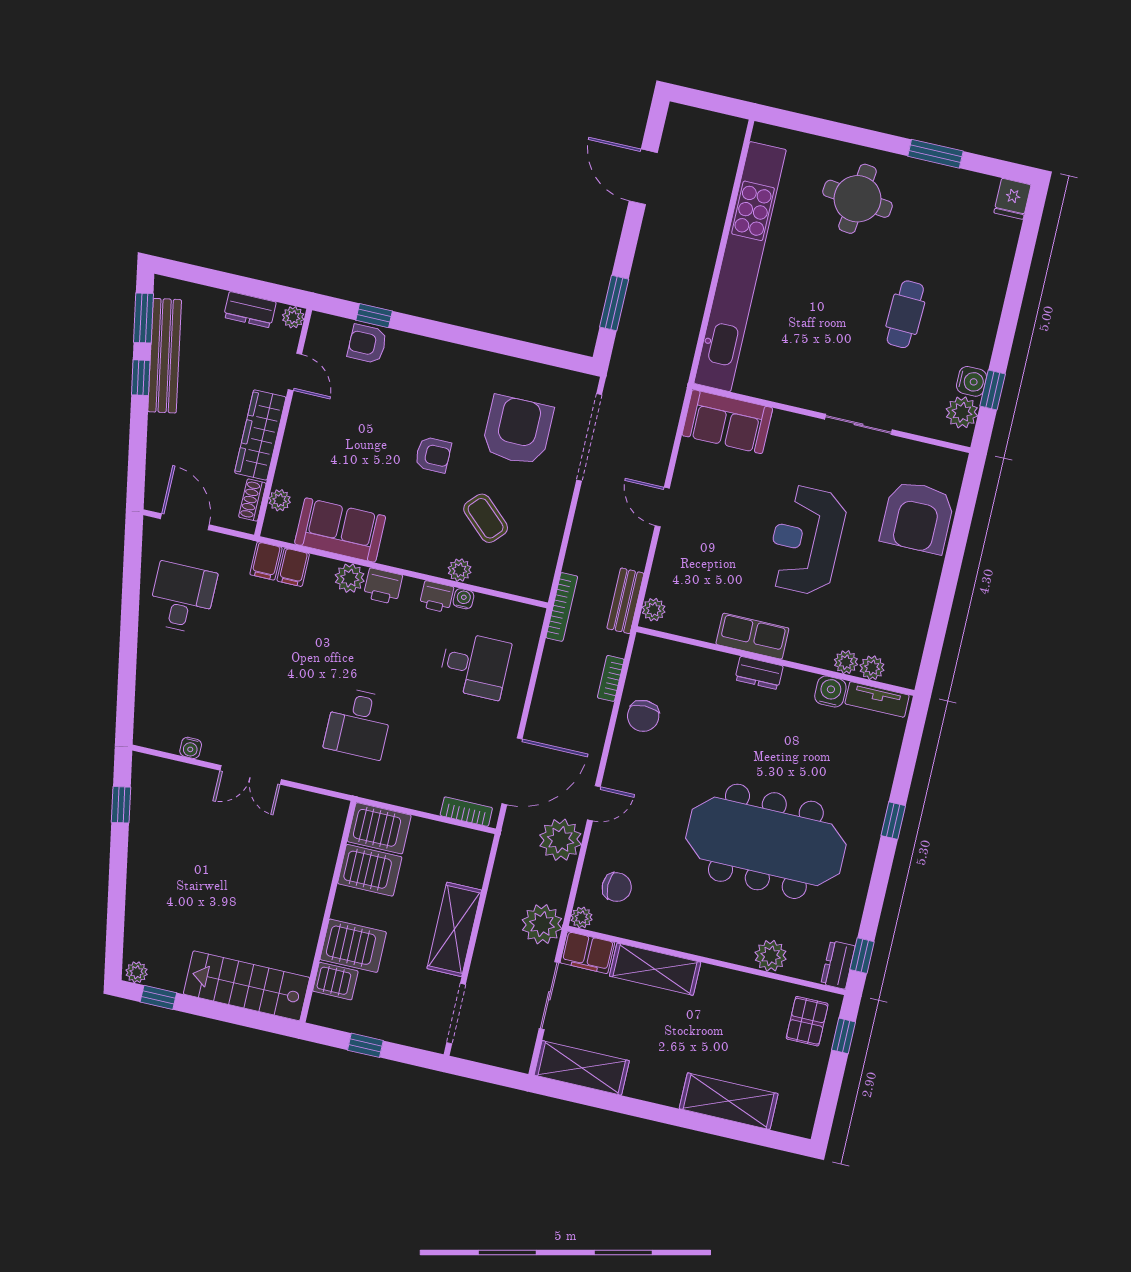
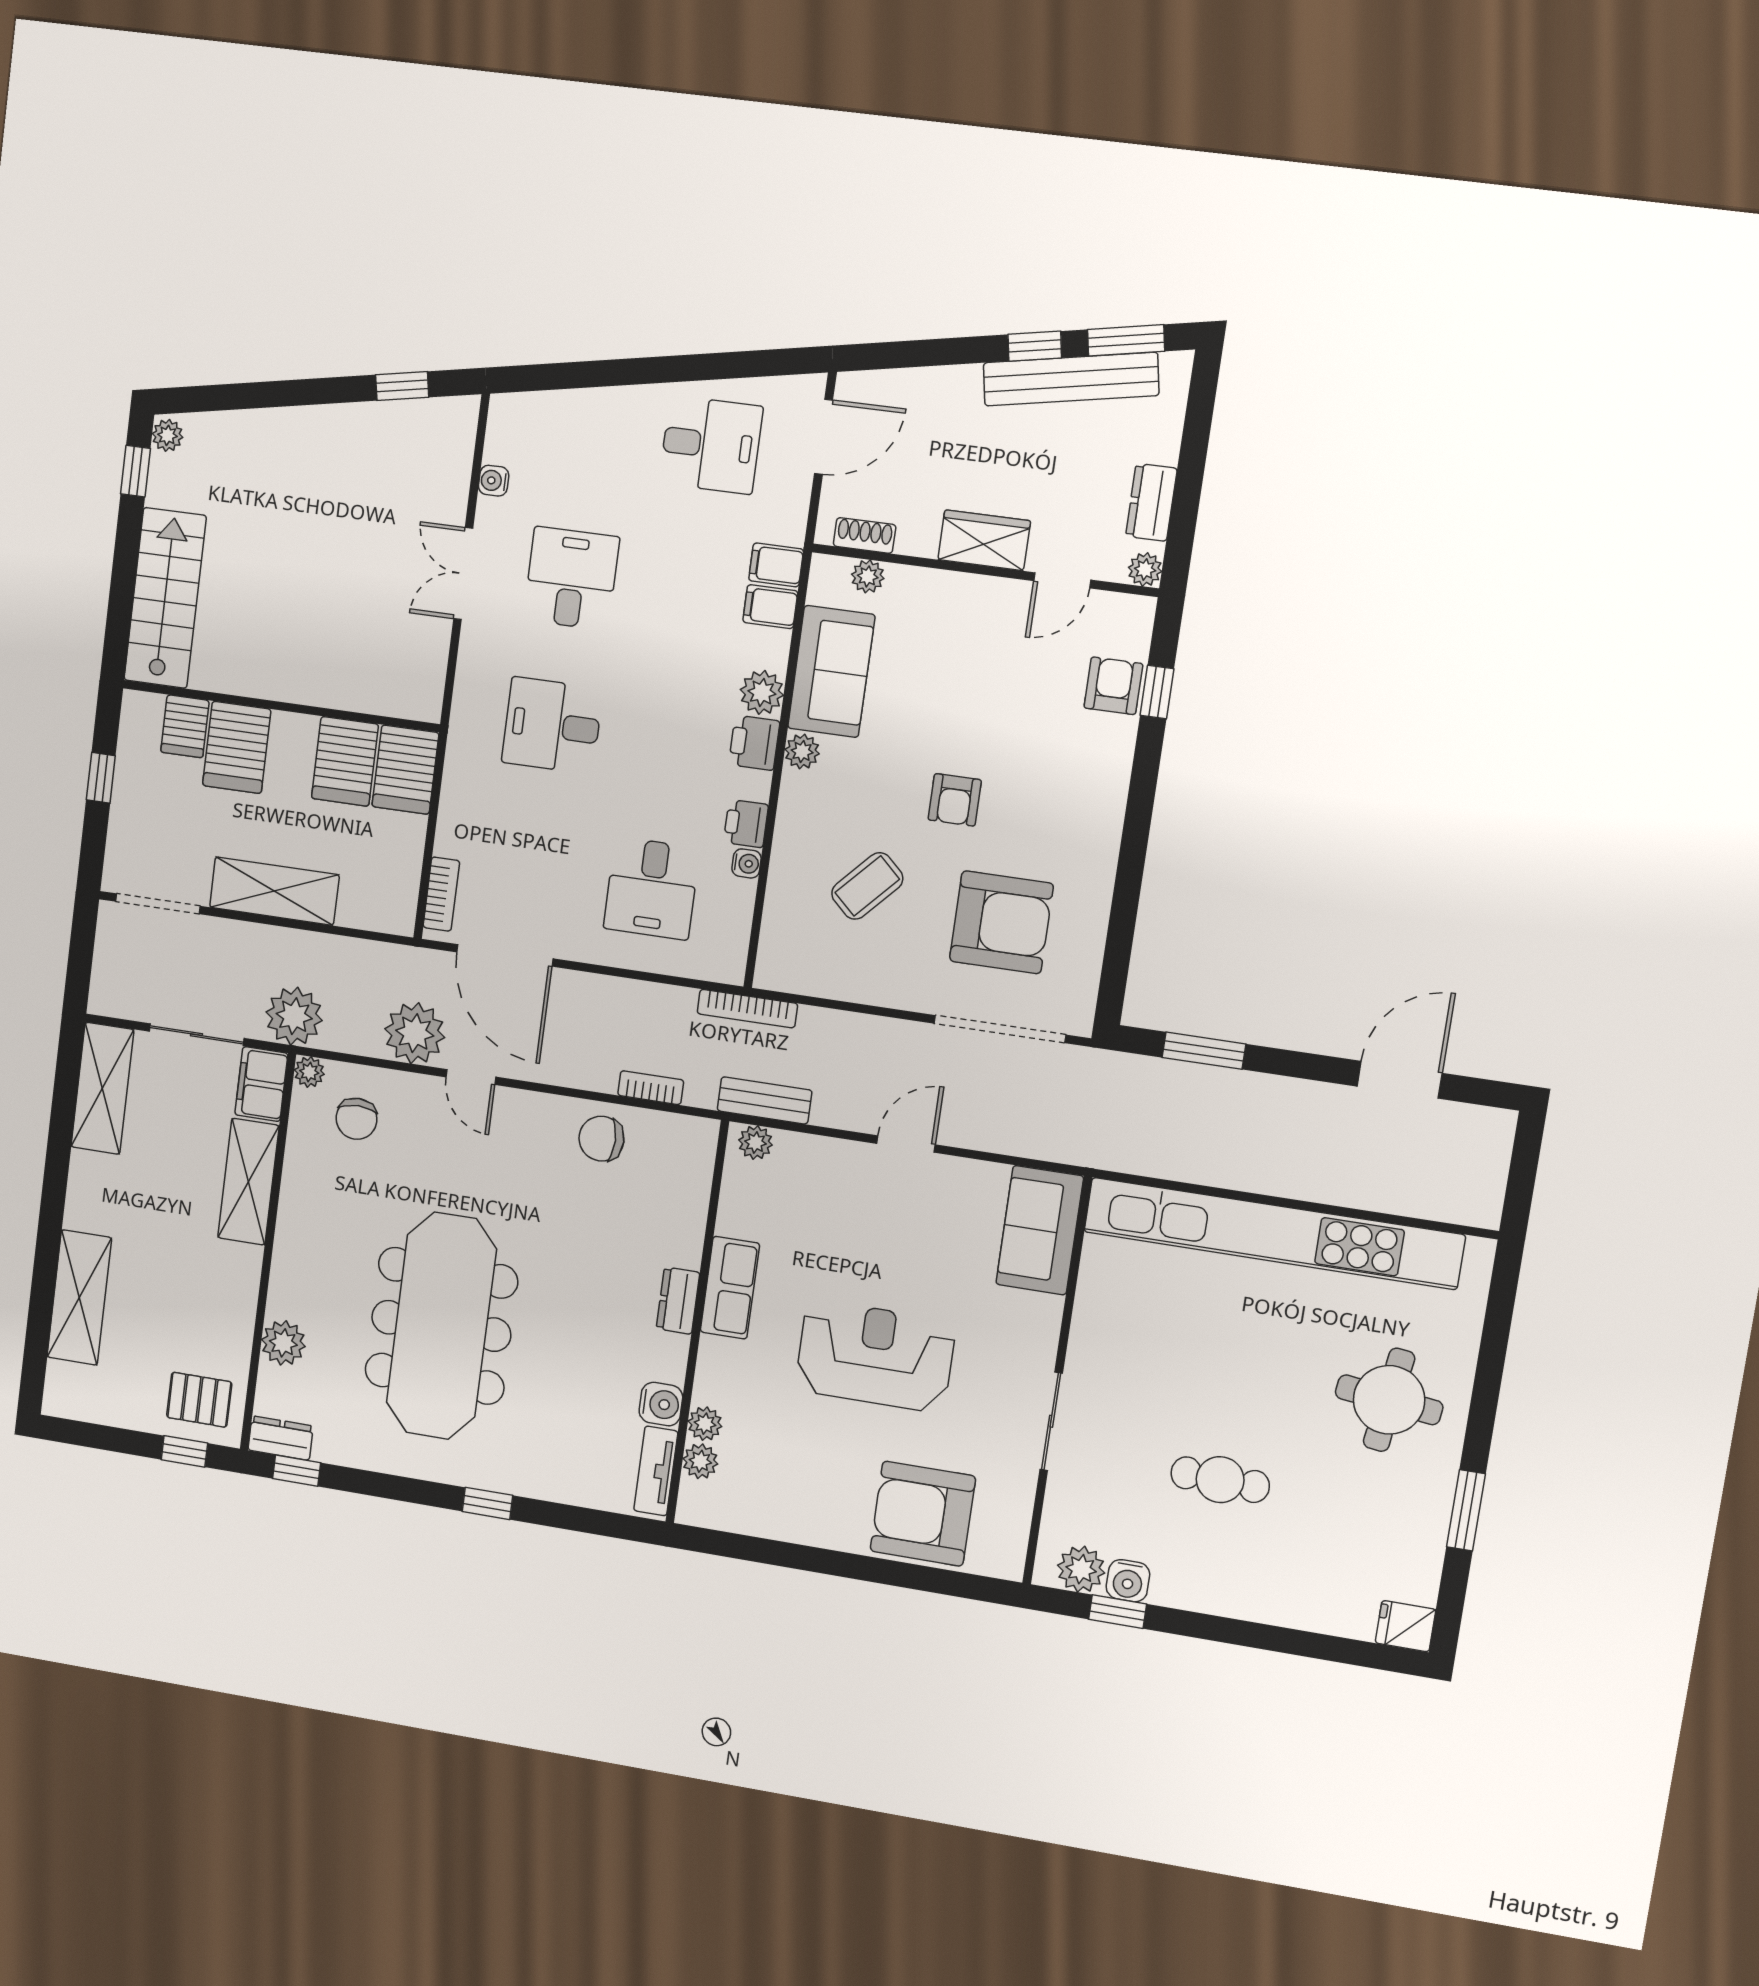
wardrobe: (260, 435) -> (984, 540), width x0.67
plant: (460, 570) -> (802, 751), moved
desk: (261, 701) -> (571, 578), added

